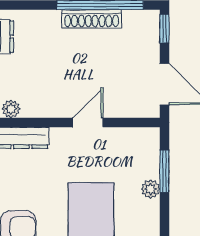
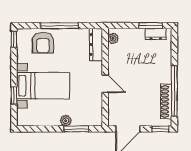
shoe rack: (92, 19) -> (166, 101), moved

